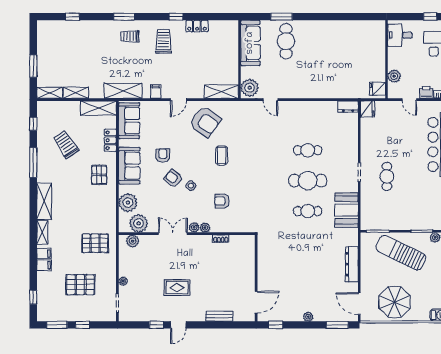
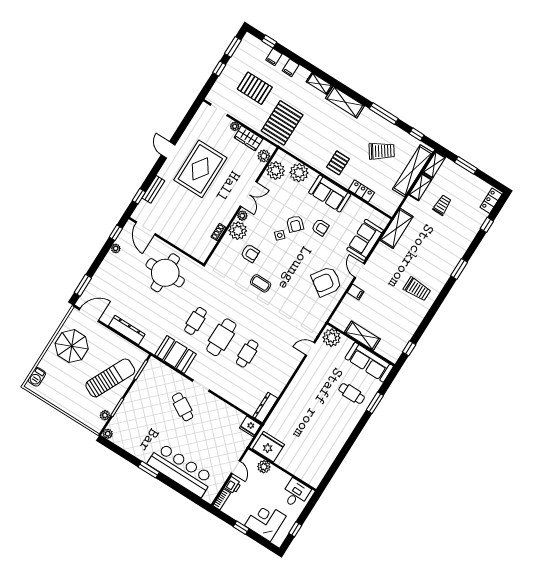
window: (176, 17) -> (409, 348), moved
locker: (197, 26) -> (491, 201), moved
trolley: (130, 36) -> (442, 205), moved
cafe table: (286, 41) -> (352, 393), width x0.73, depth x0.74
fridge: (377, 89) -> (269, 447), width x1.88, depth x1.34
filing cabinet: (156, 92) -> (356, 292), moved
shelving: (221, 92) -> (362, 336), moved, turned 90
door: (409, 100) -> (236, 467), swing flipped
dresser: (348, 106) -> (265, 407), width x1.44
shelving: (98, 108) -> (412, 171), moved, width x1.47
sofa: (129, 121) -> (365, 240), moved, turned 90
coffee table: (222, 155) -> (261, 283), moved
pallet: (99, 175) -> (338, 163), turned 90
cafe table: (387, 176) -> (183, 407), turned 30
armchair: (173, 179) -> (295, 224), turned 94
armchair: (222, 201) -> (250, 253), turned 90
plant: (205, 228) -> (238, 231), width x1.88, depth x1.88
pallet: (95, 243) -> (282, 123), width x1.37, depth x1.41
filing cabinet: (44, 254) -> (274, 57), moved
round table: (283, 262) -> (165, 273), added
wardrobe: (126, 263) -> (248, 138), added
pallet: (80, 285) -> (255, 88), turned 90
rug: (177, 288) -> (200, 169), width x1.86, depth x2.06
plant: (308, 317) -> (116, 248), moved
window: (156, 325) -> (139, 196), moved

